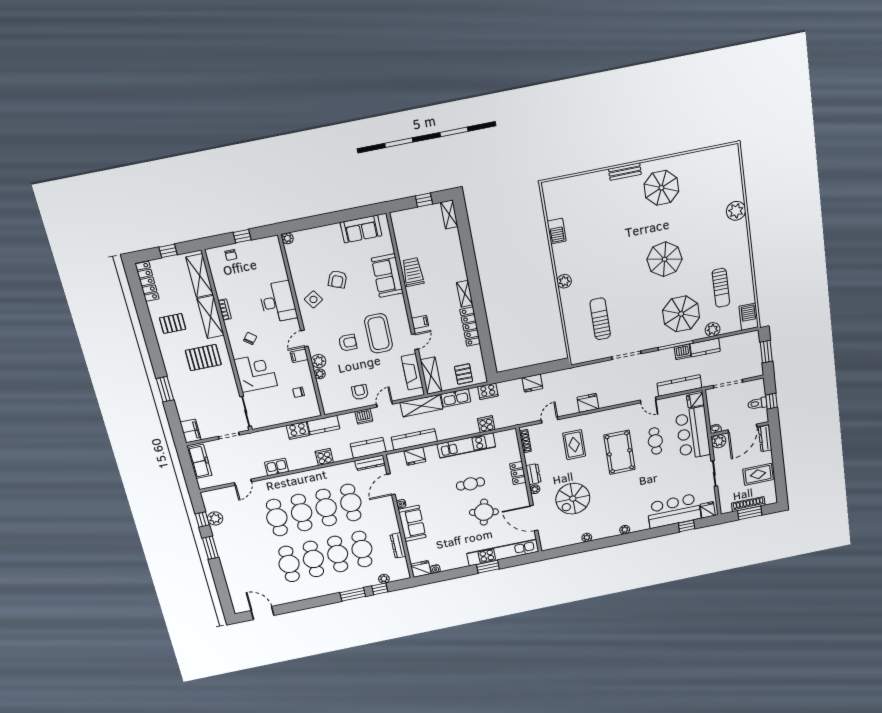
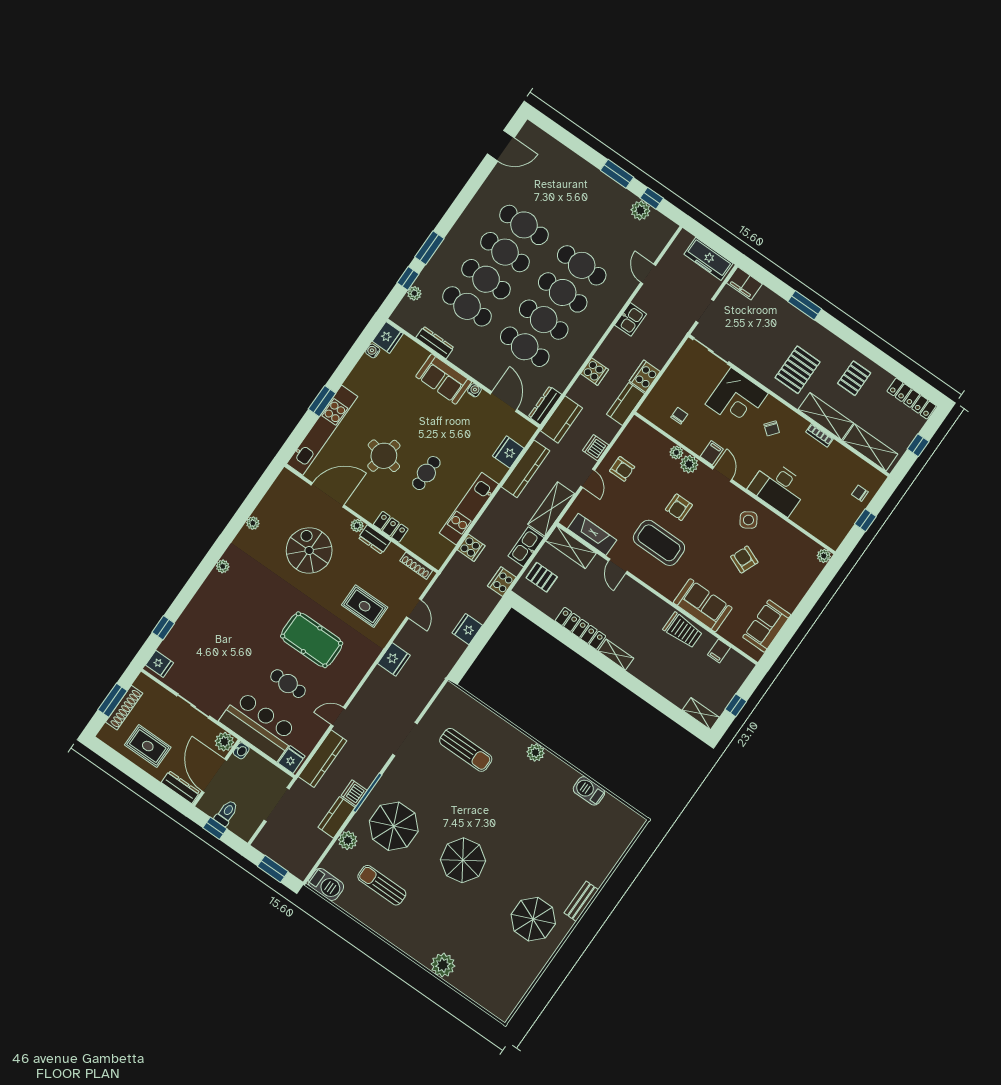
filing cabinet: (420, 322) -> (719, 651), moved
rug: (758, 474) -> (148, 746), turned 90
bar counter: (674, 511) -> (193, 631), removed

